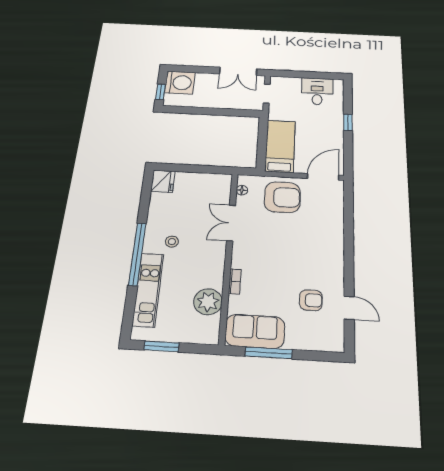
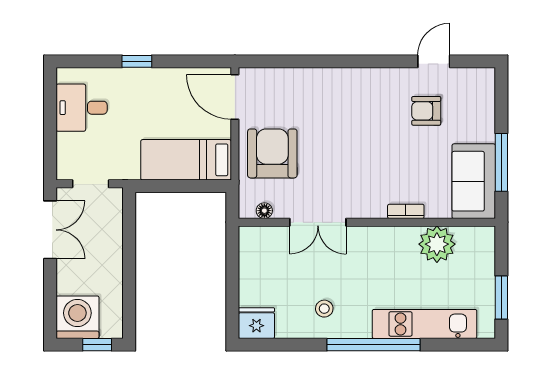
stool: (172, 242) -> (324, 309), moved
armchair: (311, 300) -> (426, 111), turned -90

